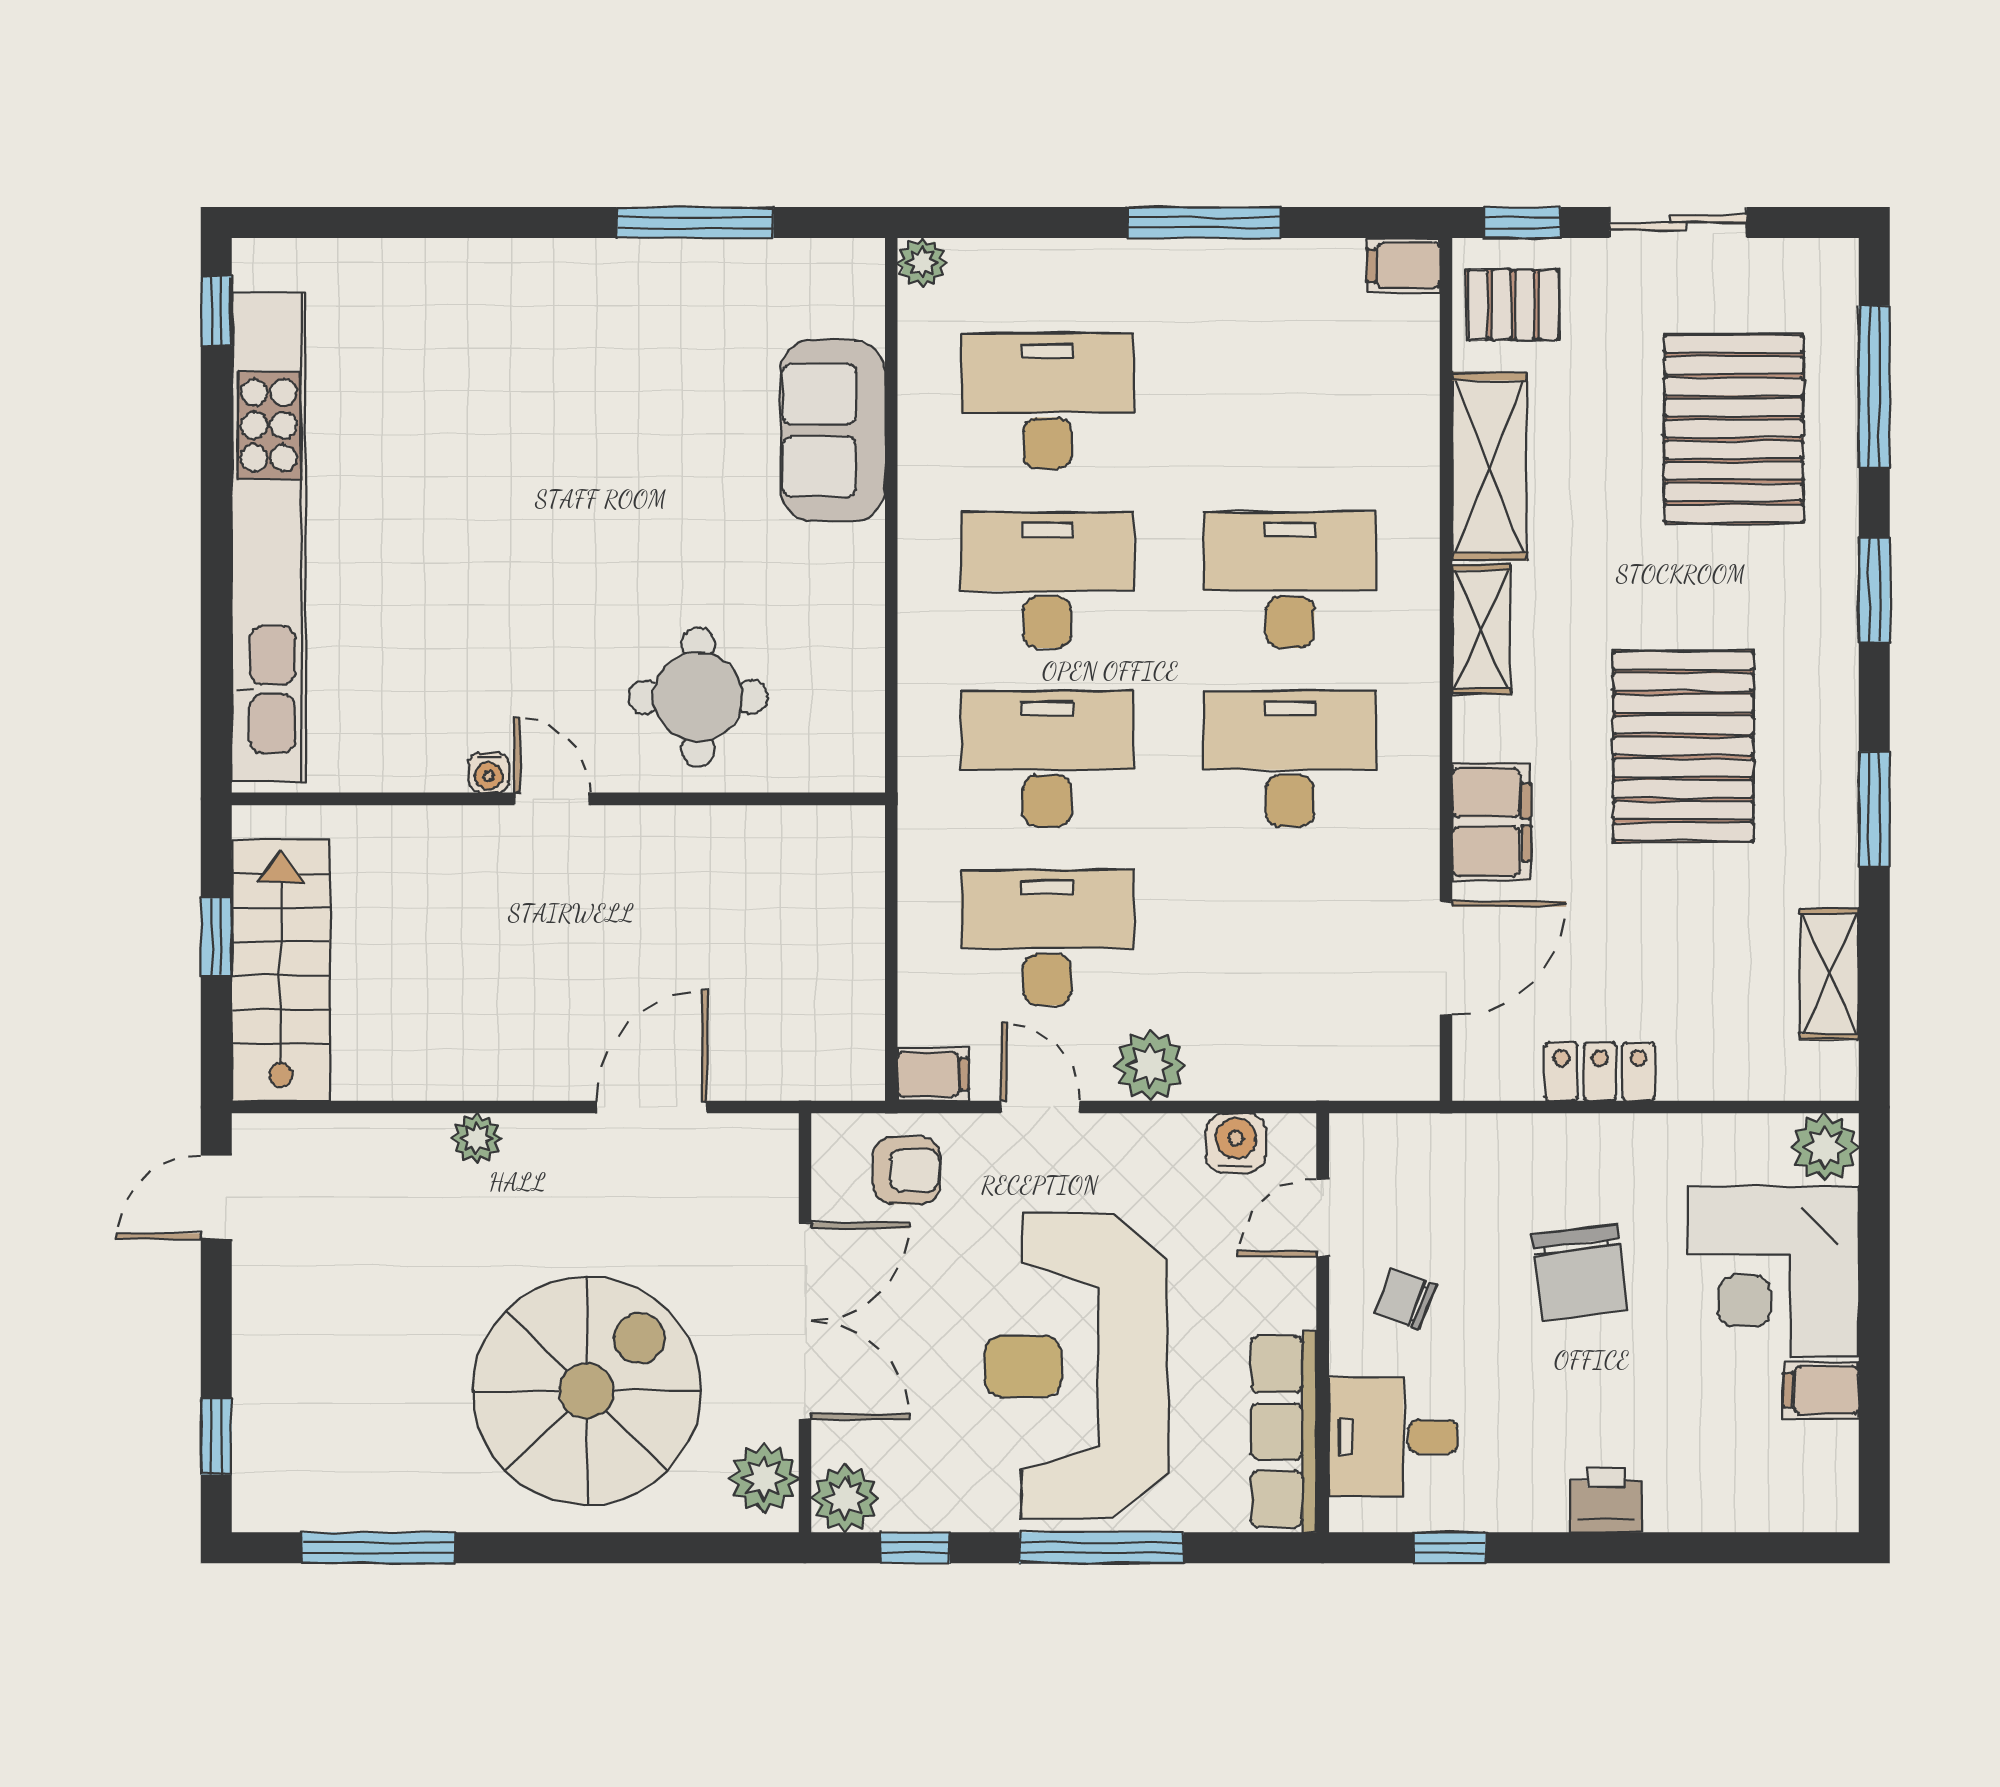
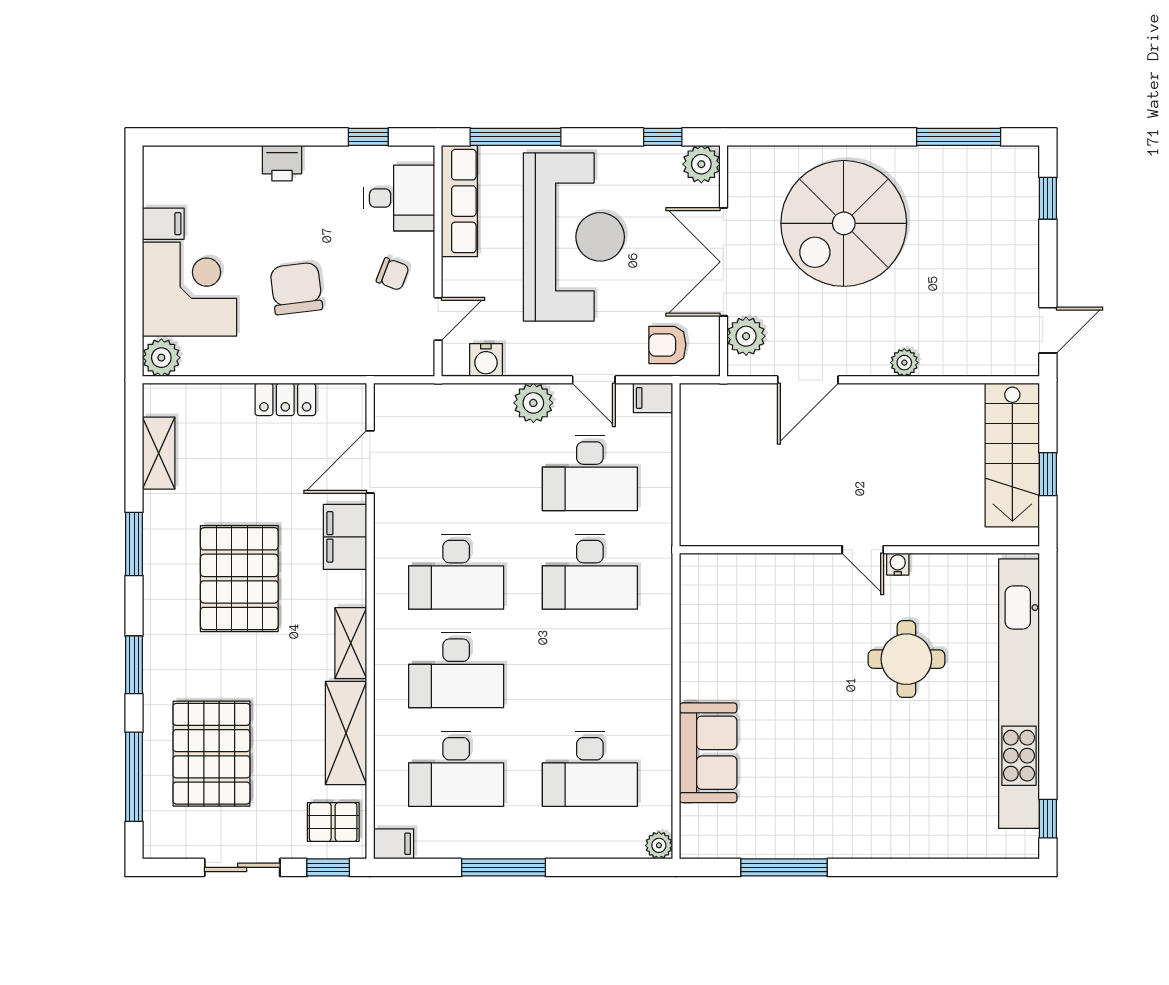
desk: (1047, 580) -> (456, 769), moved
round table: (698, 697) -> (906, 659), moved
plant: (764, 1478) -> (746, 336), moved
window: (1101, 1548) -> (515, 137), moved

